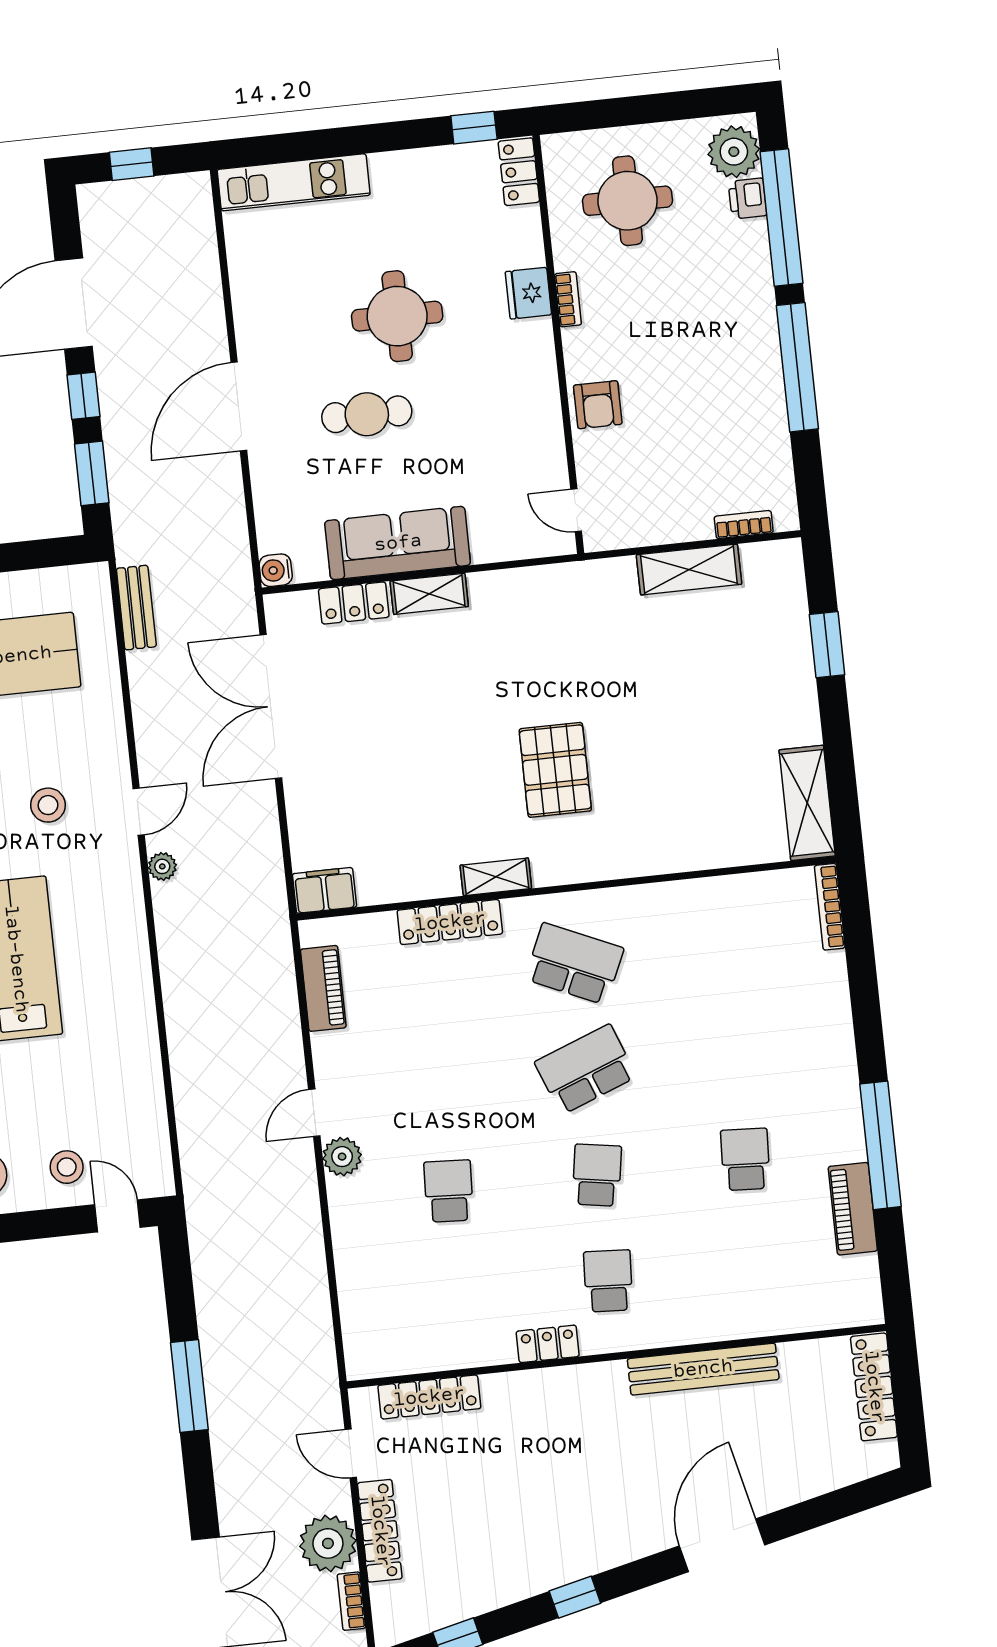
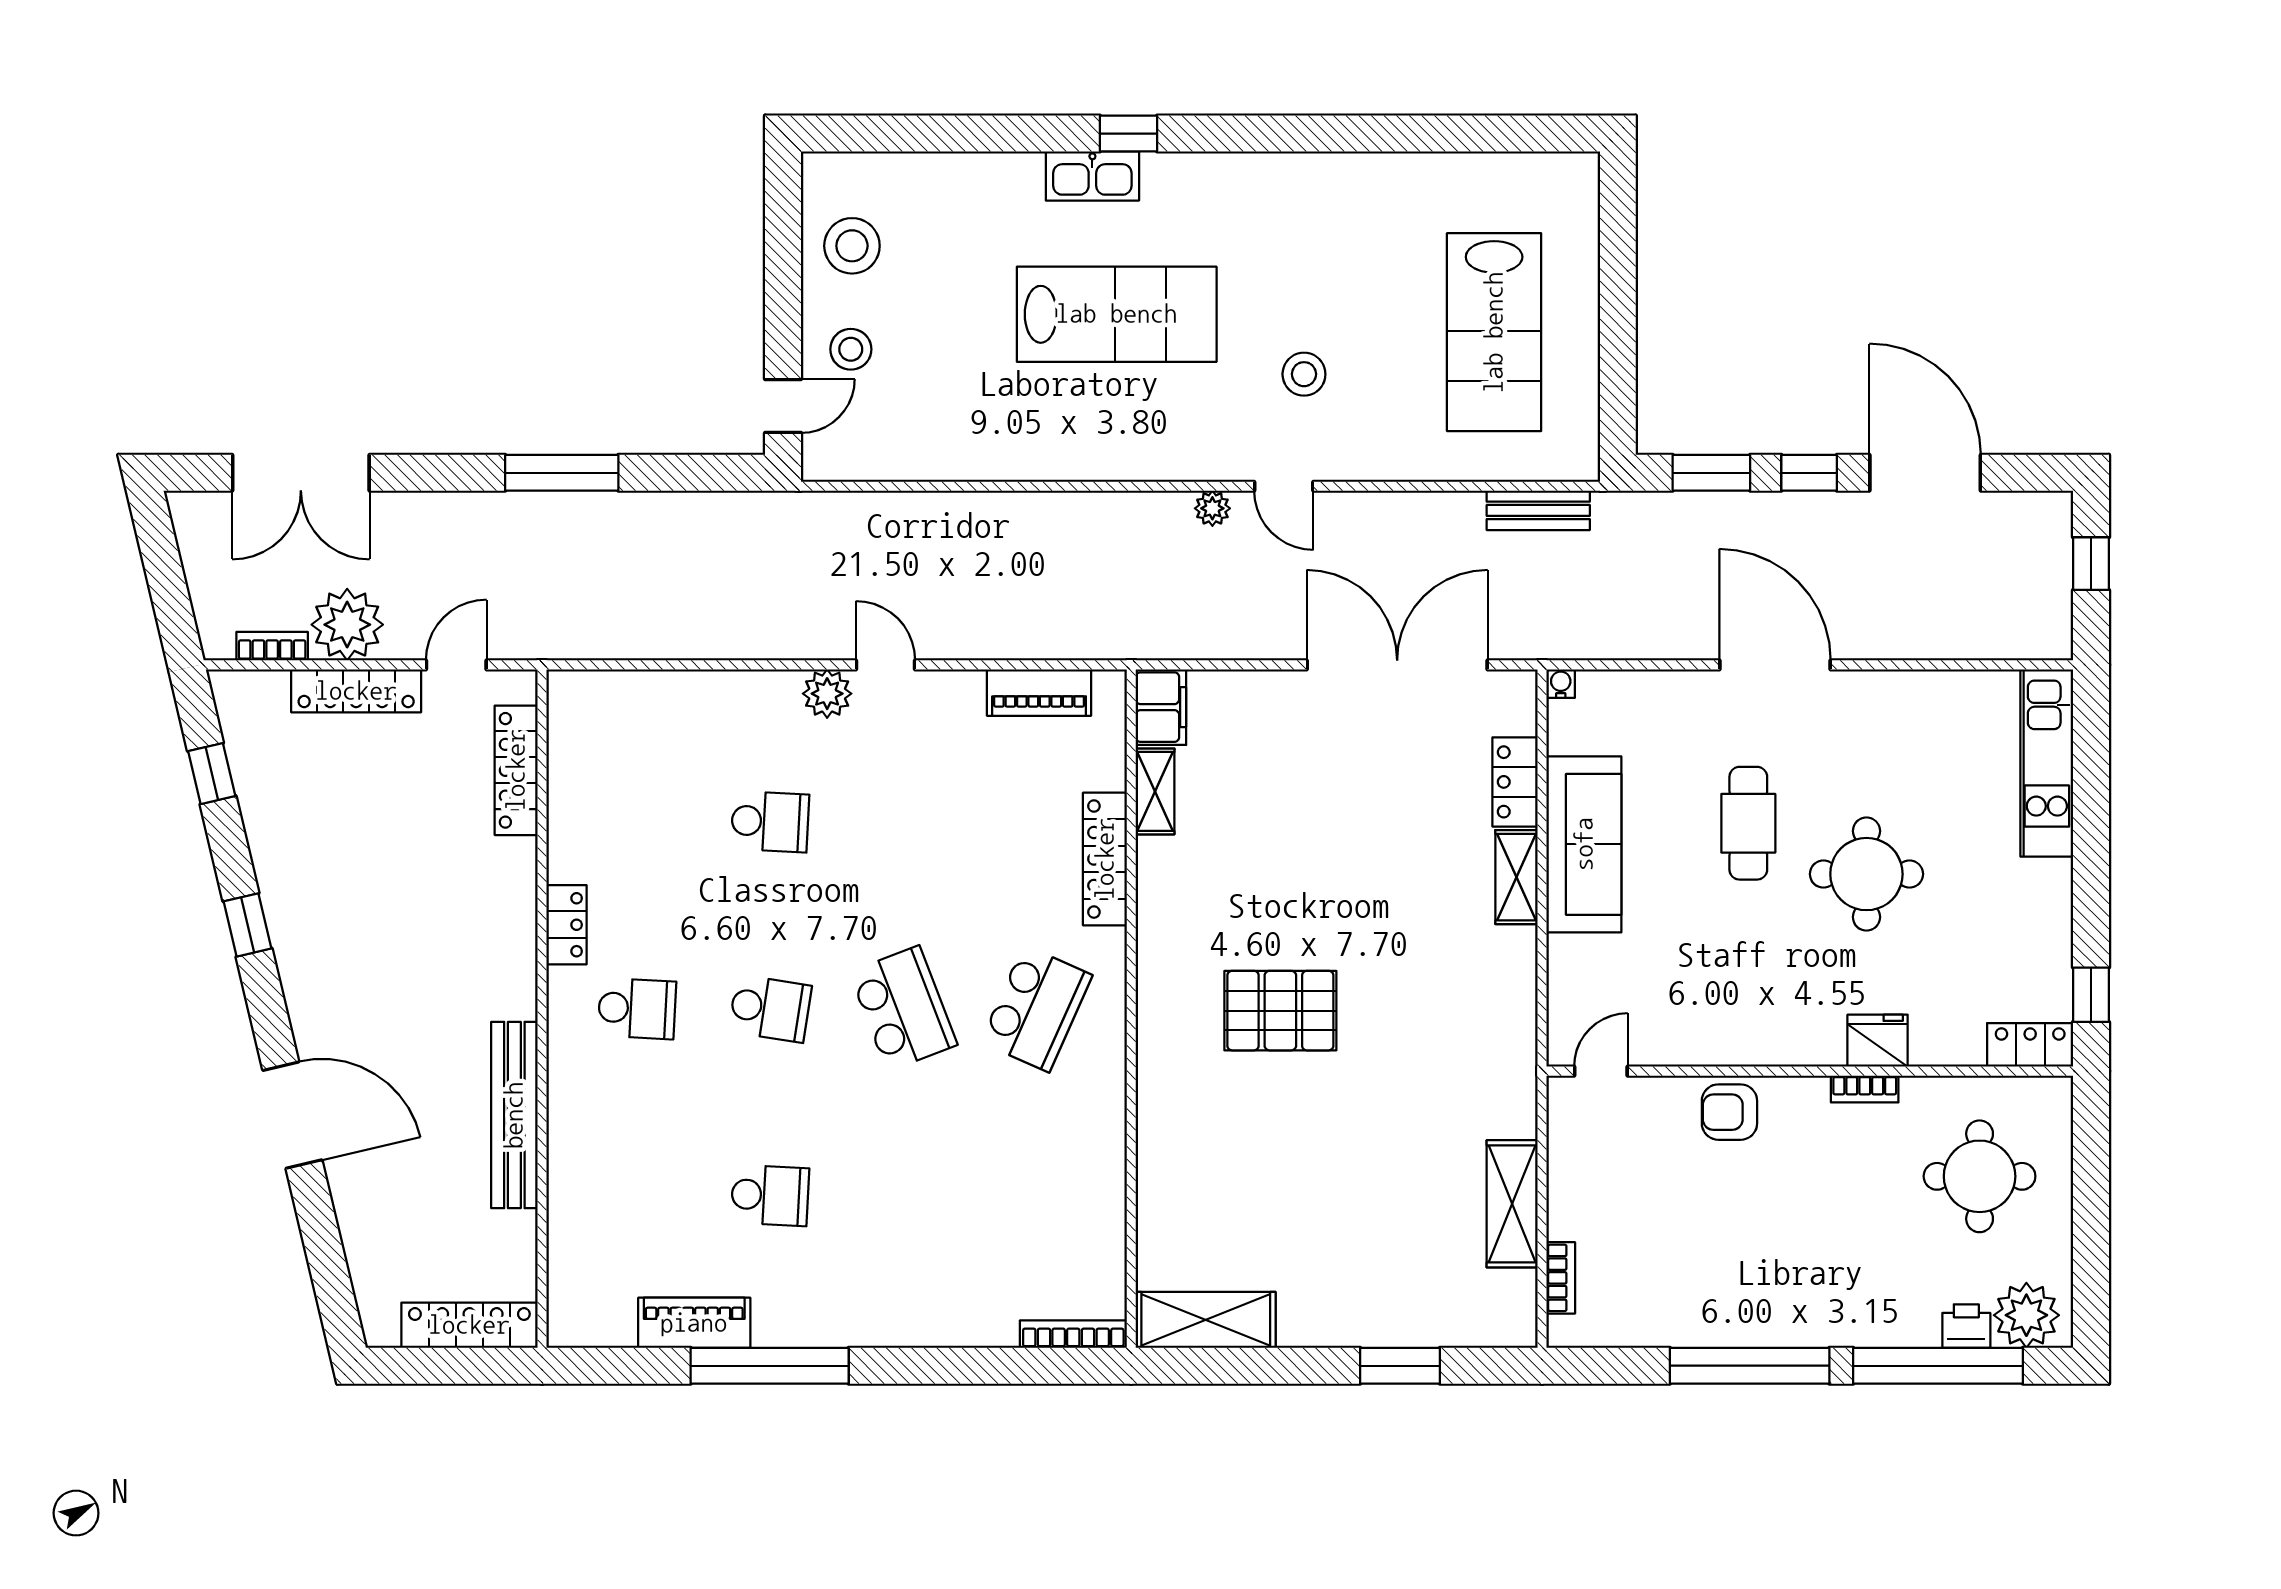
water cooler: (276, 570) -> (1561, 684), width x0.72, depth x0.72
shelving: (496, 877) -> (1155, 791), moved

